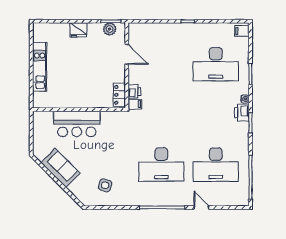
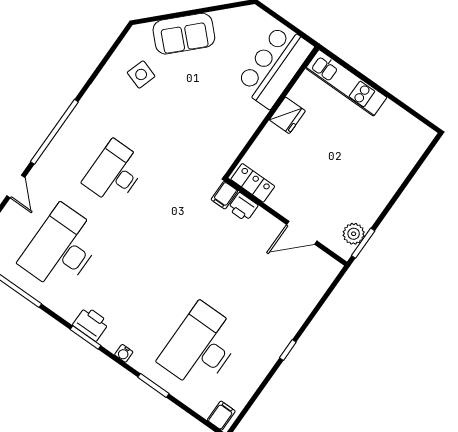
fridge: (78, 30) -> (287, 115), moved, turned 180
kitchen unit: (40, 67) -> (346, 83), moved
printer: (242, 113) -> (91, 324), moved
bar counter: (77, 124) -> (275, 66), moved
desk: (161, 165) -> (115, 173), width x0.73, depth x0.77
sofa: (61, 168) -> (184, 34), moved
door: (201, 207) -> (16, 186), hinge flipped

